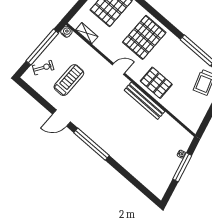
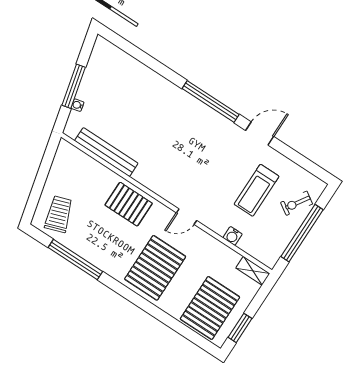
water cooler: (66, 32) -> (233, 236), moved
shelving: (87, 33) -> (253, 271), moved
bench: (145, 101) -> (106, 152), moved

